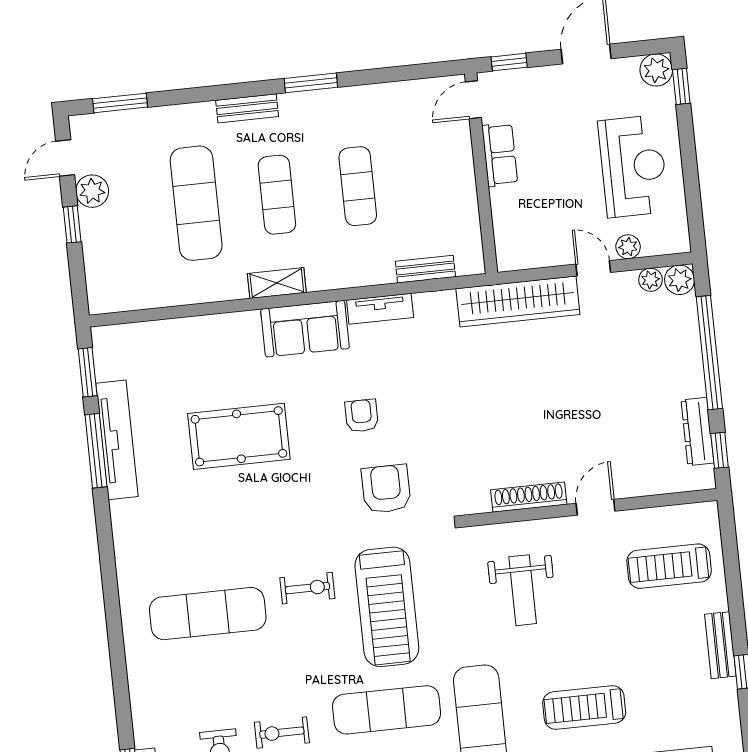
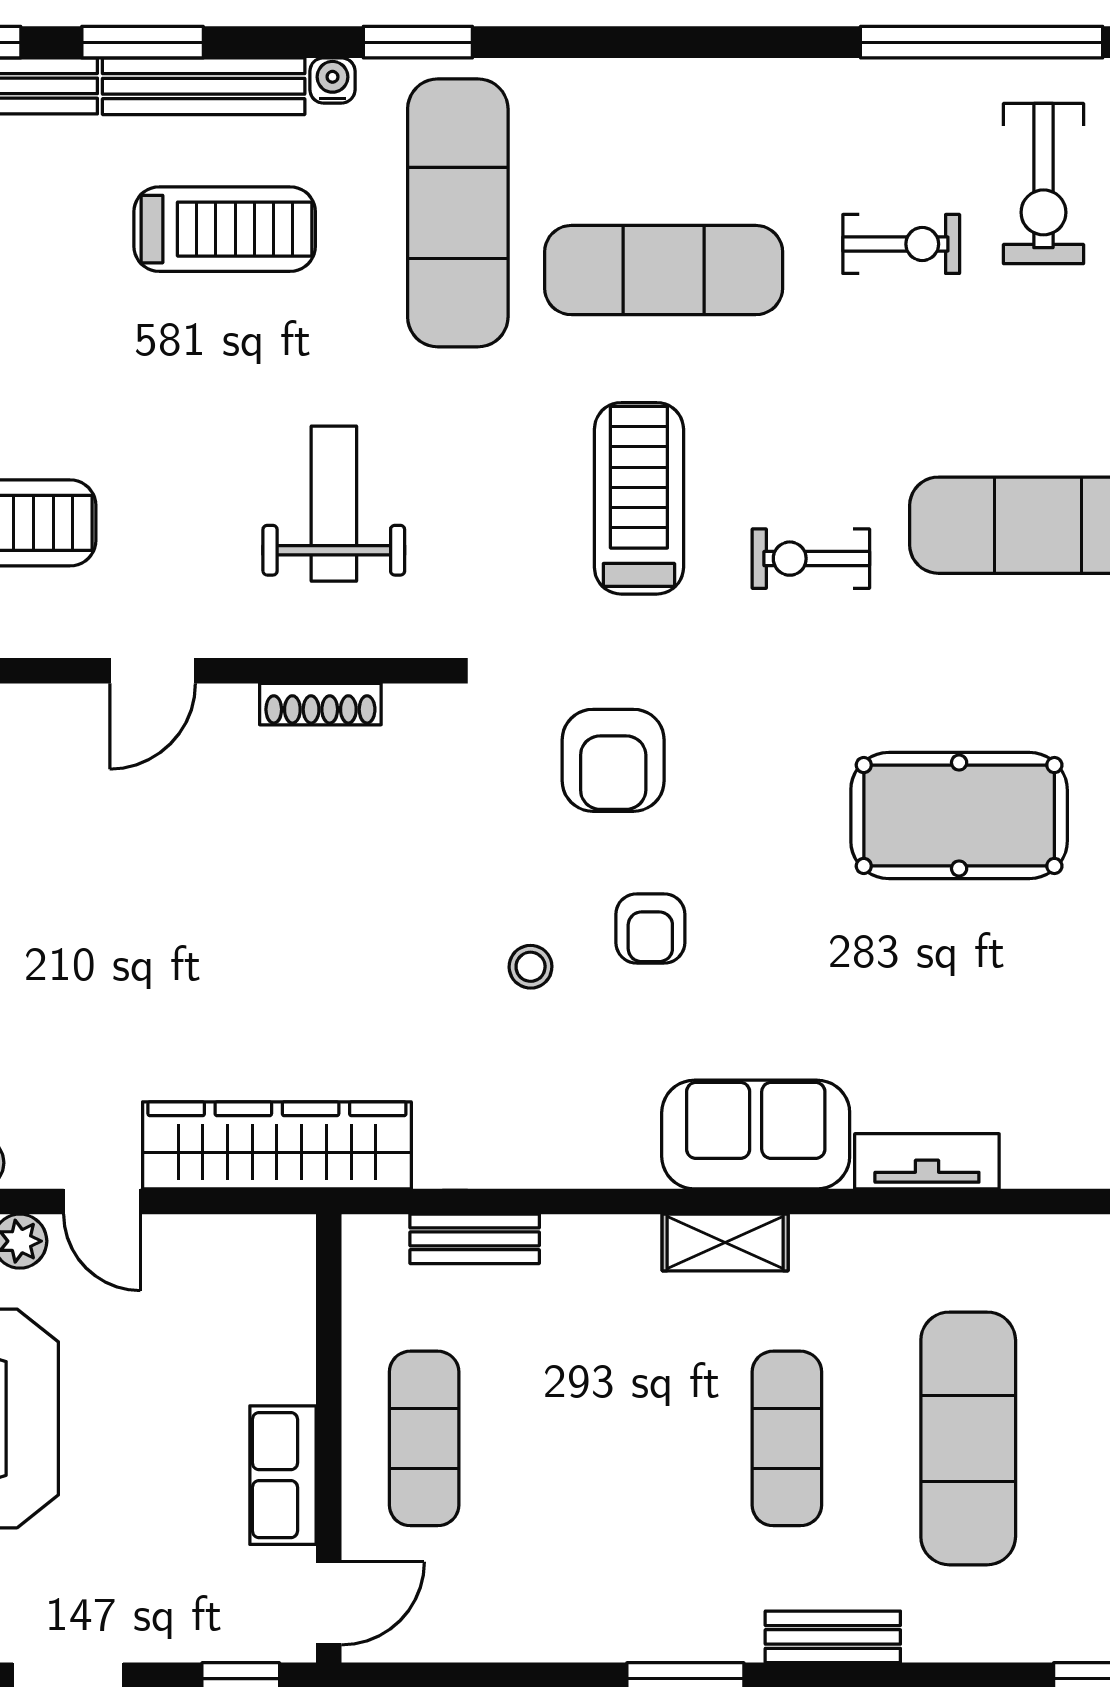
exercise mat: (358, 186) -> (424, 1438), moved
shelving: (277, 283) -> (725, 1242), moved
tv unit: (380, 309) -> (927, 1161), moved
stool: (413, 393) -> (531, 967), added
pool table: (239, 436) -> (959, 816), moved
shoe rack: (529, 497) -> (320, 704), width x0.74, depth x0.81
treadmill: (387, 607) -> (639, 498), width x0.73, depth x0.73

